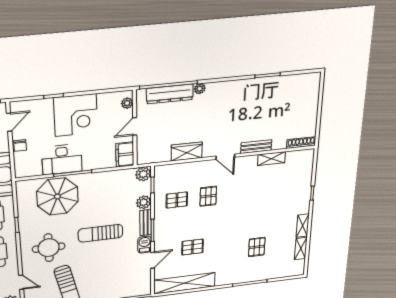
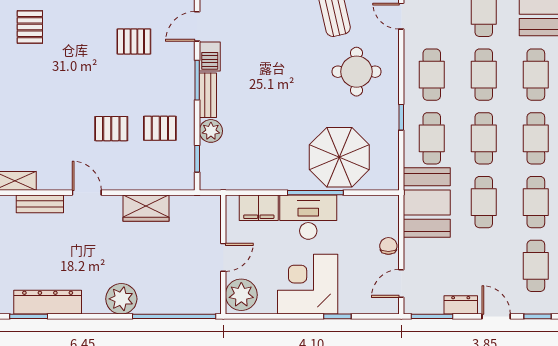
plant: (200, 89) -> (121, 299), width x1.88, depth x1.88
dresser: (170, 94) -> (48, 302), moved
plant: (127, 103) -> (241, 295), width x1.87, depth x1.87
filing cabinet: (125, 154) -> (259, 208), moved, turned 90
desk: (62, 159) -> (308, 217), moved
plant: (143, 174) -> (211, 179), removed
pallet: (208, 196) -> (111, 129), turned 90
sun lounger: (100, 233) -> (277, 86), removed

